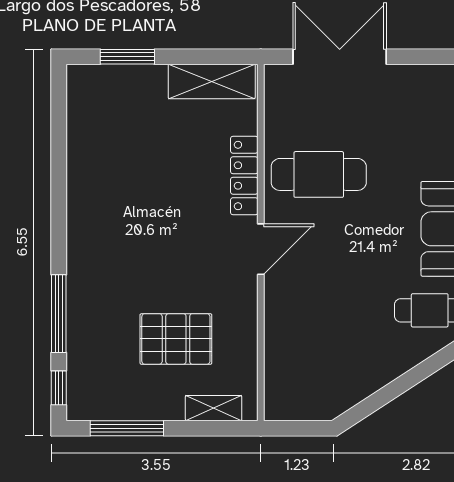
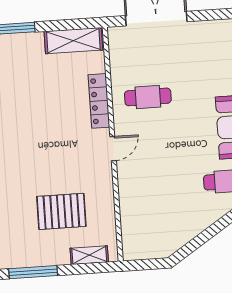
cafe table: (319, 174) -> (148, 97), width x0.73, depth x0.74
door: (261, 249) -> (113, 149), width x0.73

